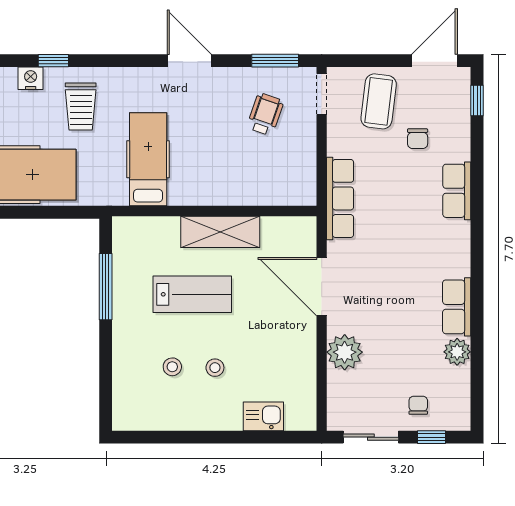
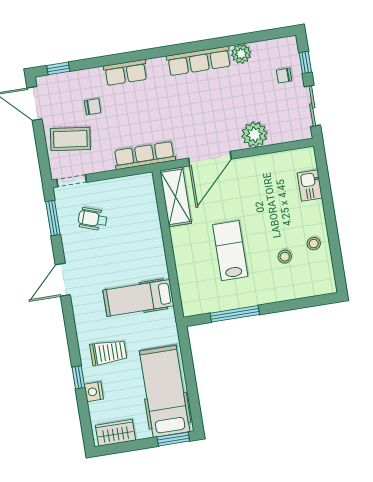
shelving: (220, 232) -> (176, 197), moved
row of seats: (457, 307) -> (199, 61), width x1.48
stool: (215, 368) -> (314, 244), moved

